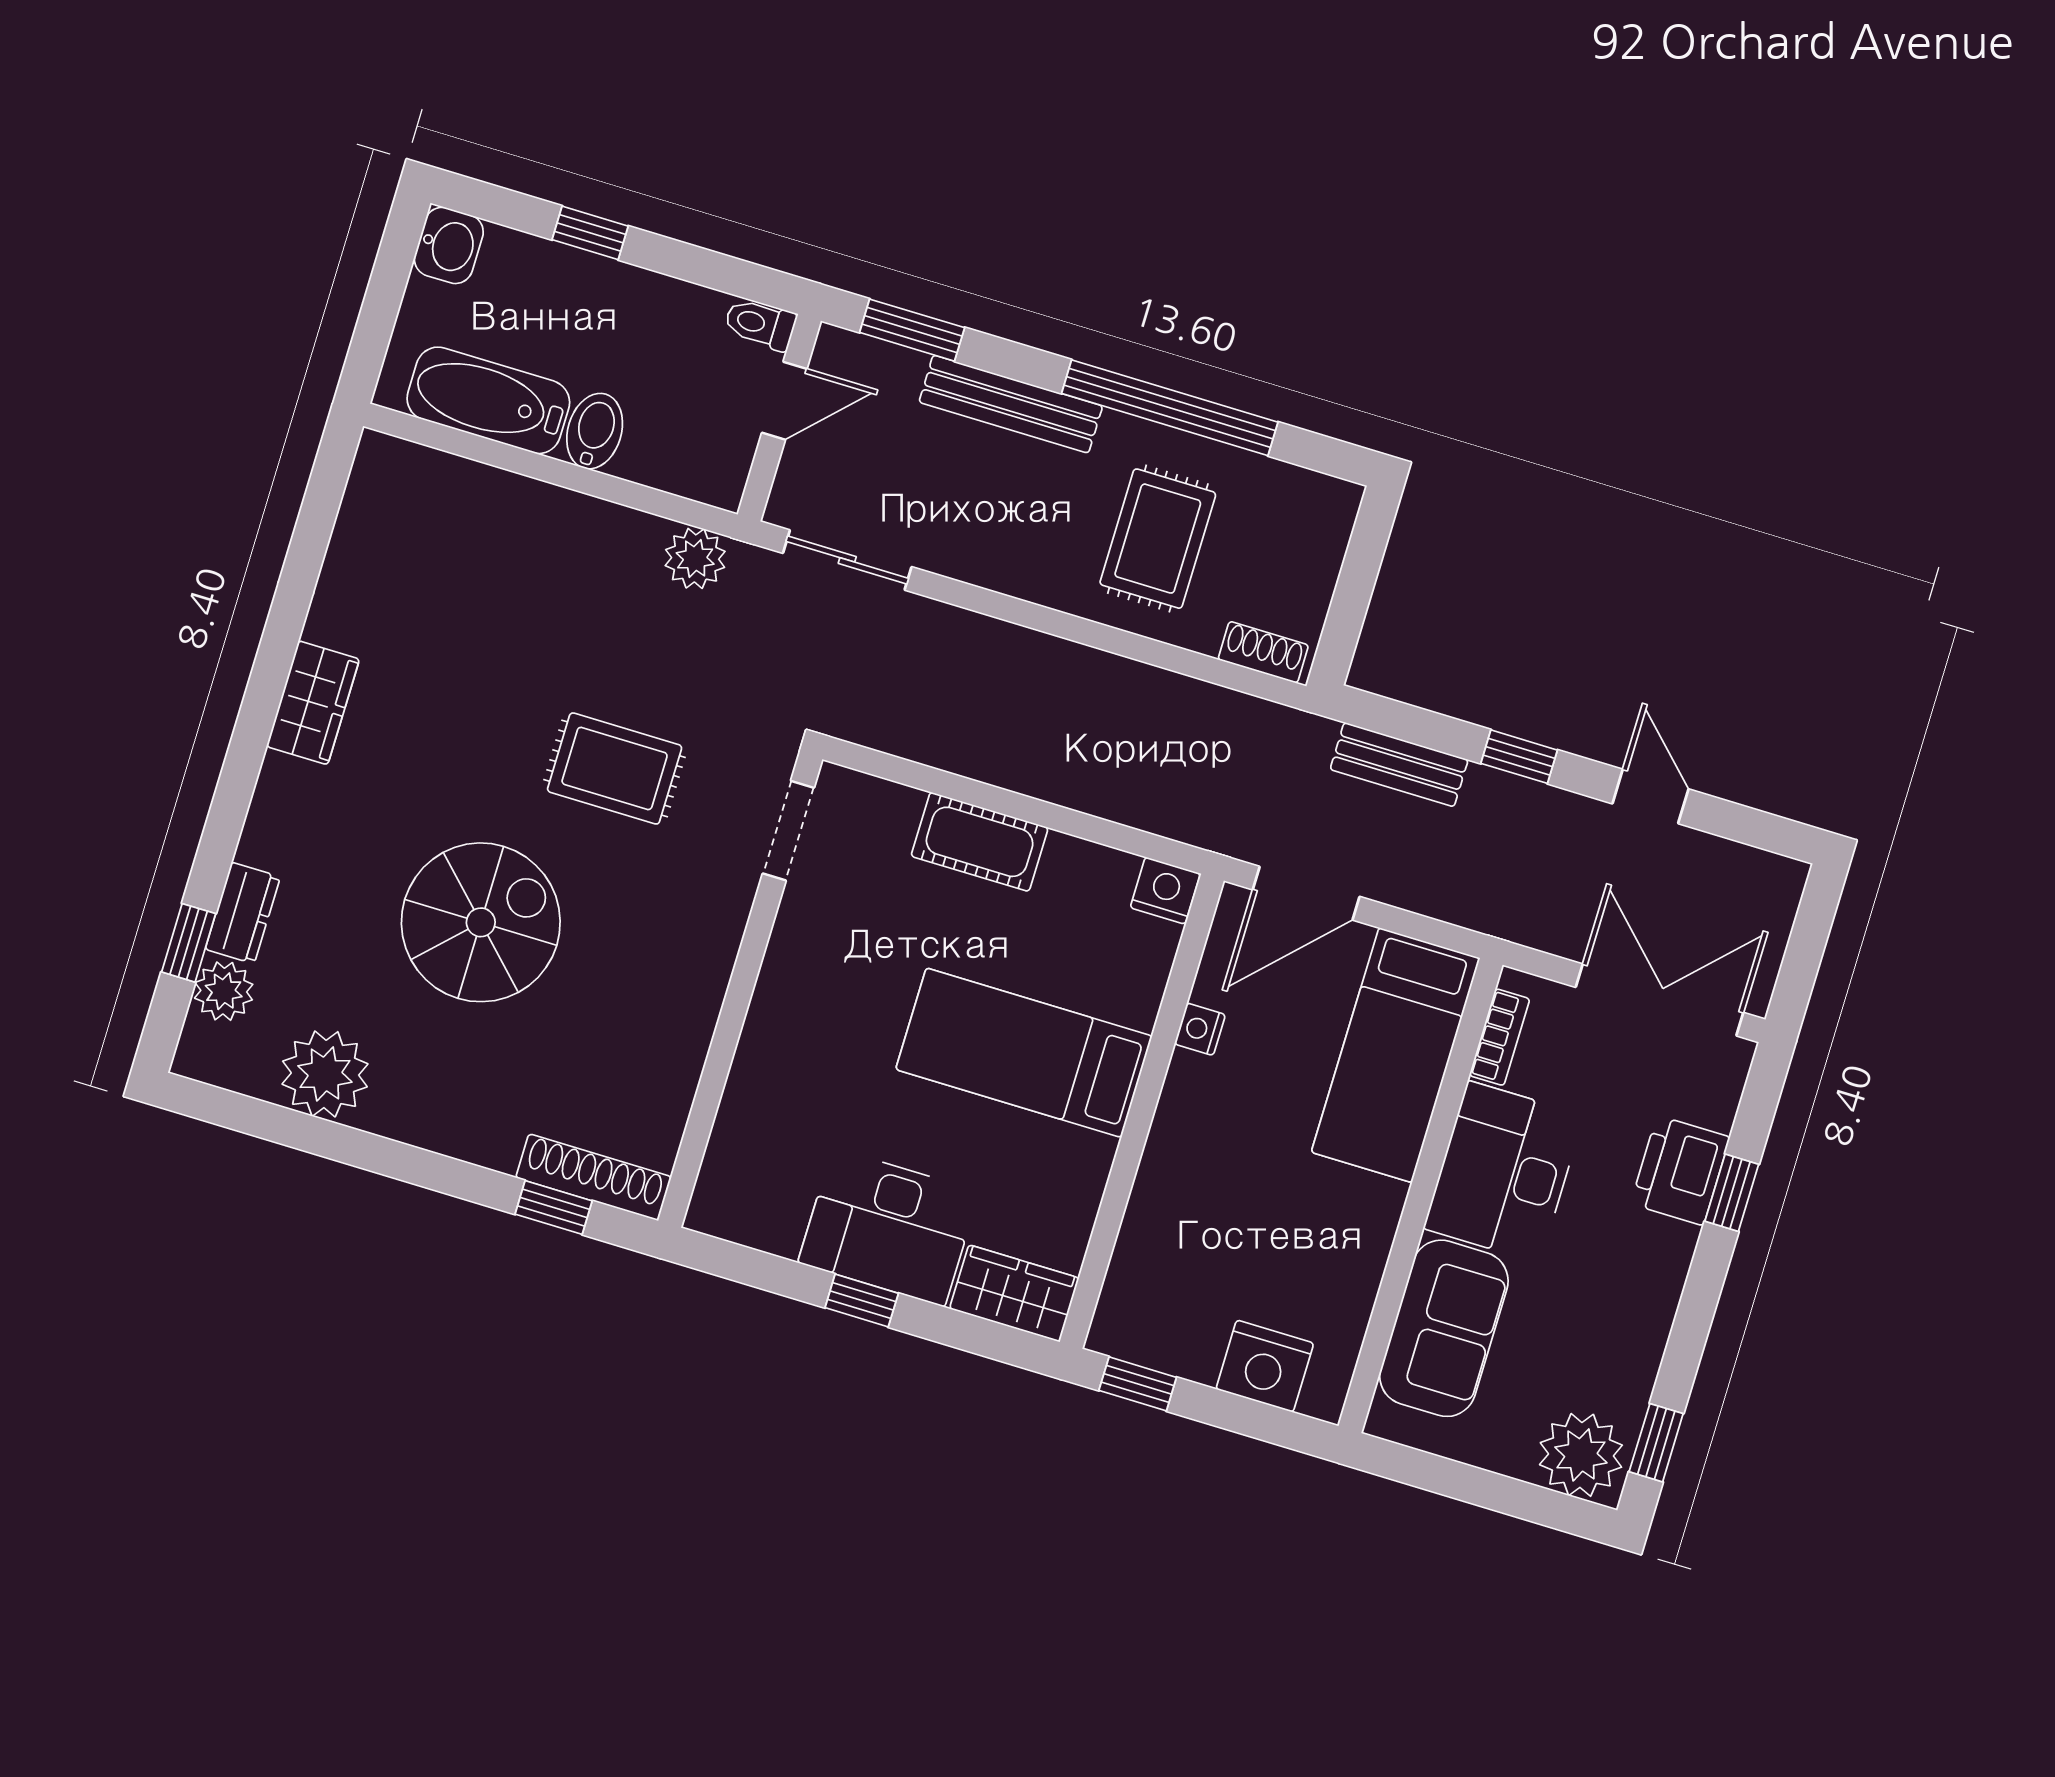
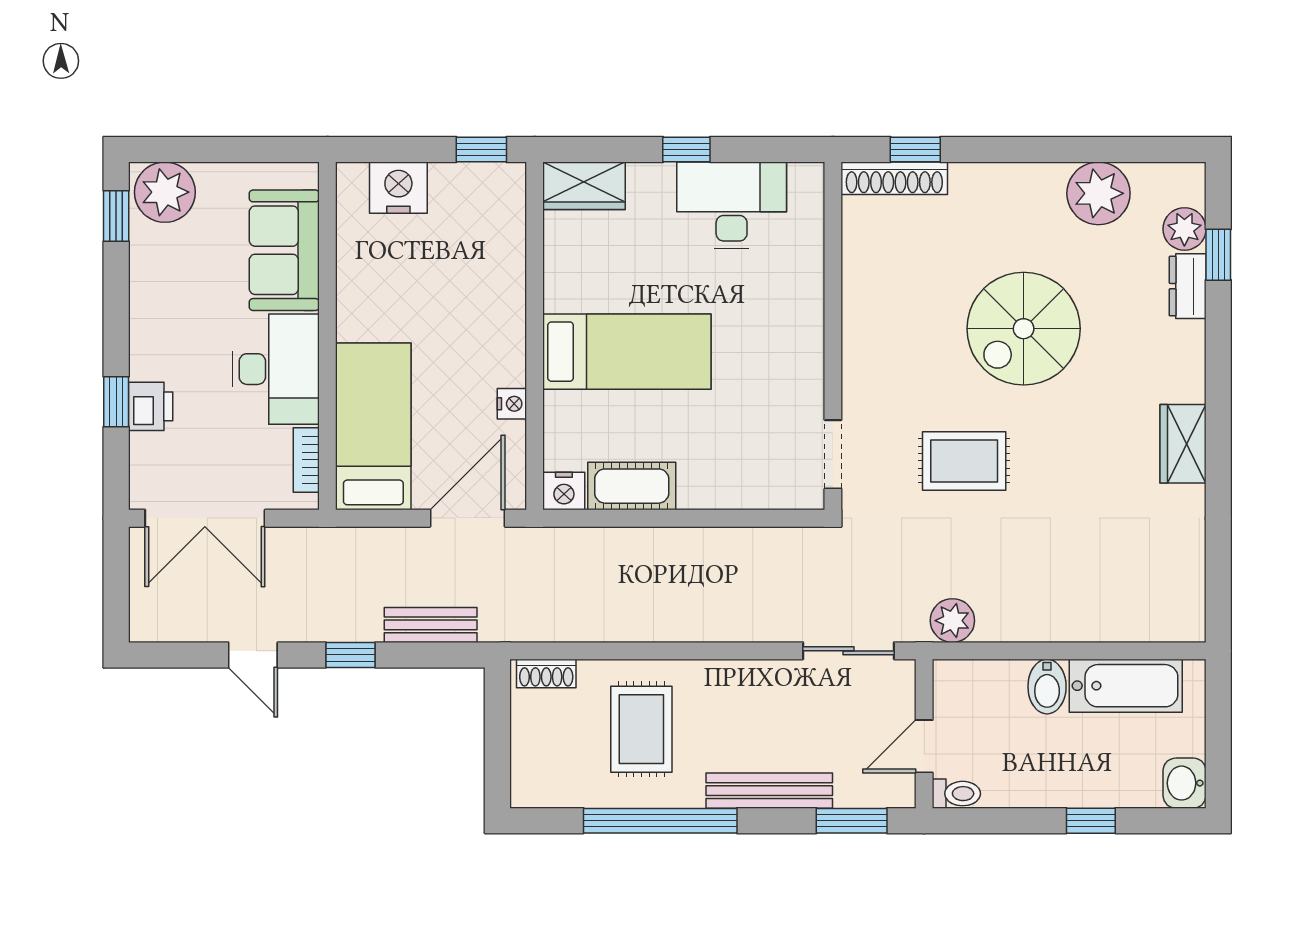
cot: (980, 842) -> (632, 486), moved
printer: (1680, 1170) -> (151, 406), width x0.73, depth x0.81
desk: (889, 1227) -> (732, 205), moved

